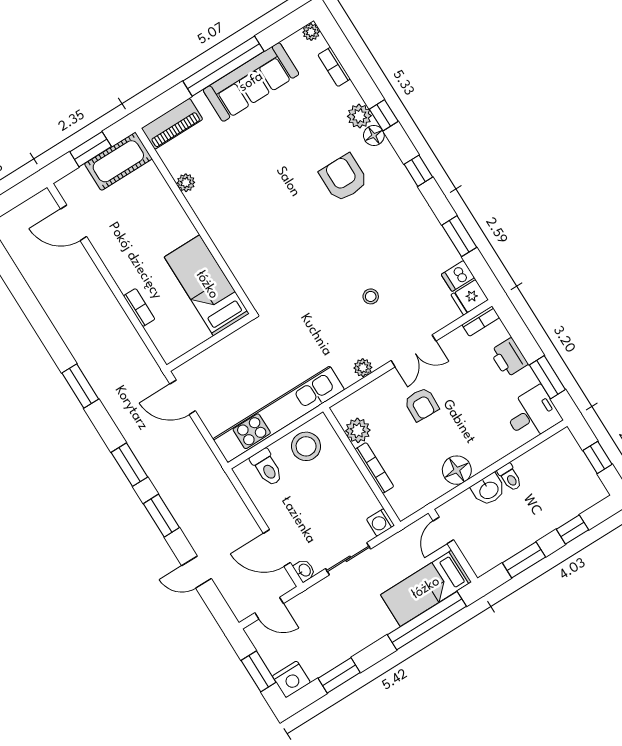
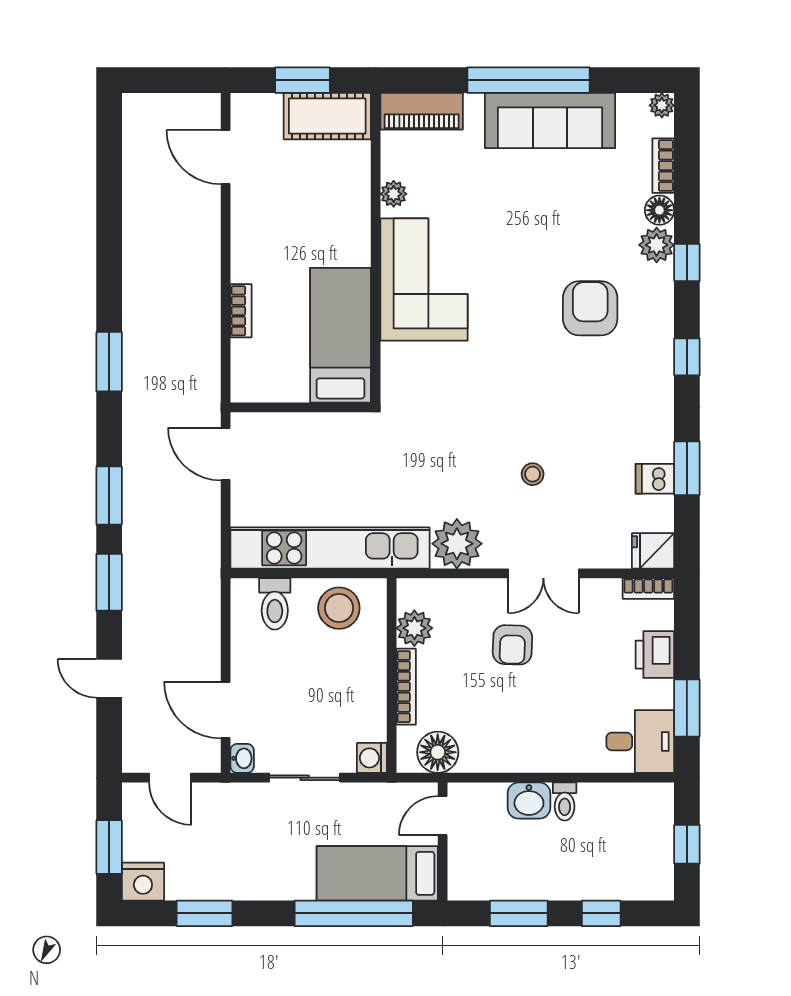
floor lamp: (374, 135) -> (659, 210), moved
corner sofa: (235, 222) -> (424, 280), added
dishwasher: (458, 276) -> (655, 479), moved
plant: (363, 368) -> (457, 544), width x1.88, depth x1.88
floor lamp: (457, 470) -> (438, 752), moved

